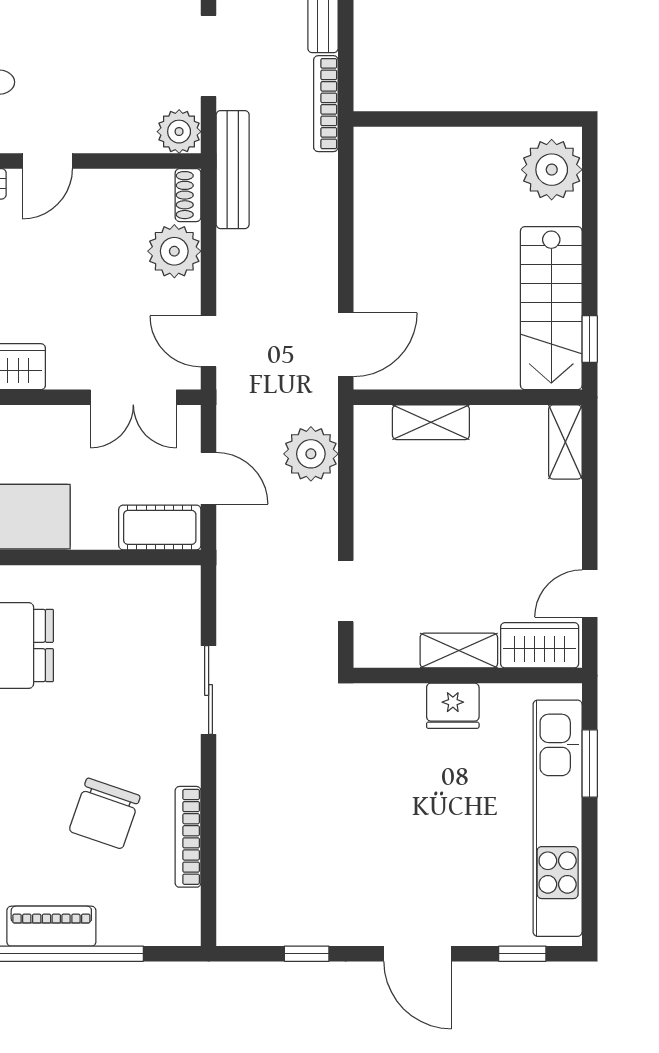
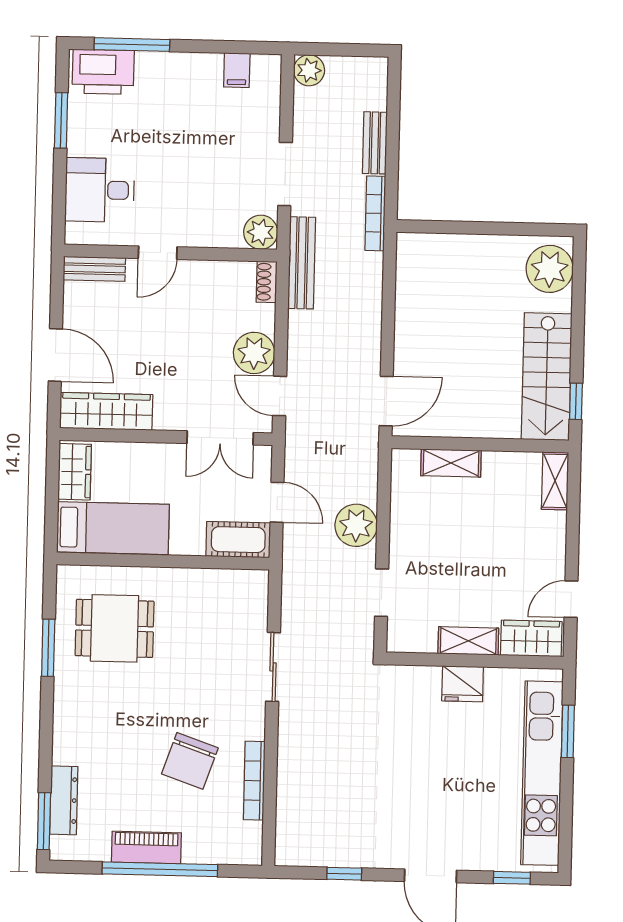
plant: (174, 251) -> (254, 353), moved
plant: (311, 454) -> (356, 525), moved

